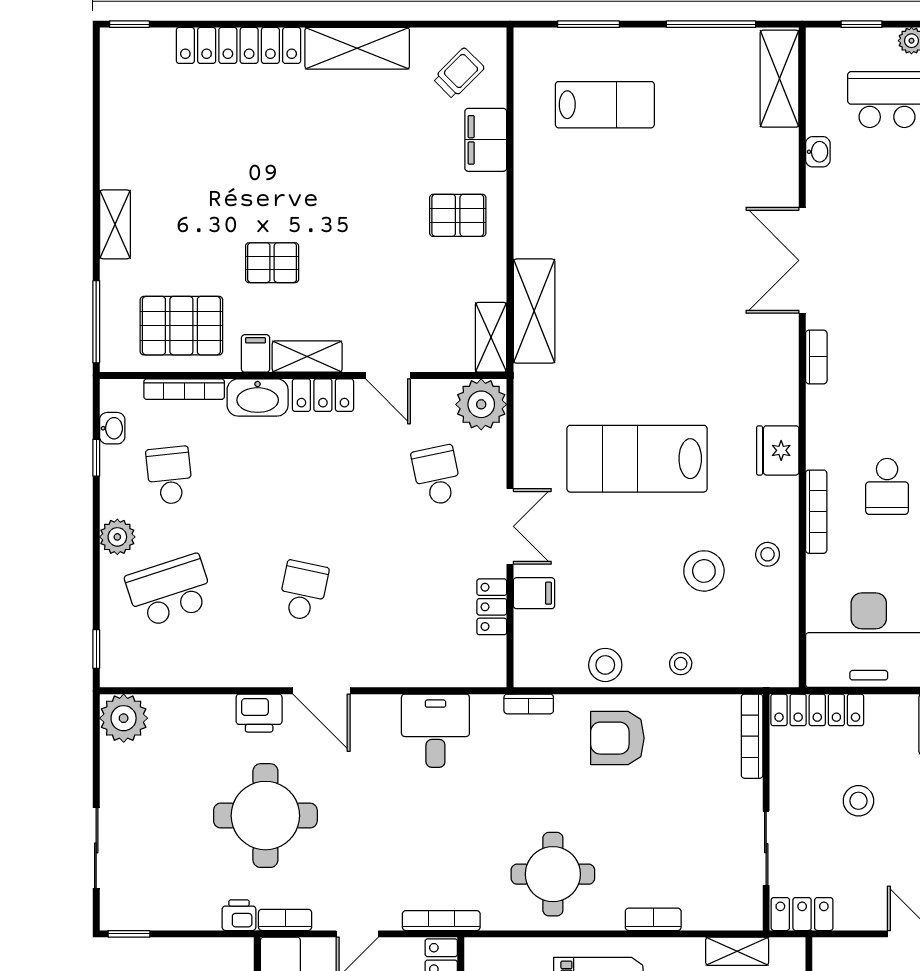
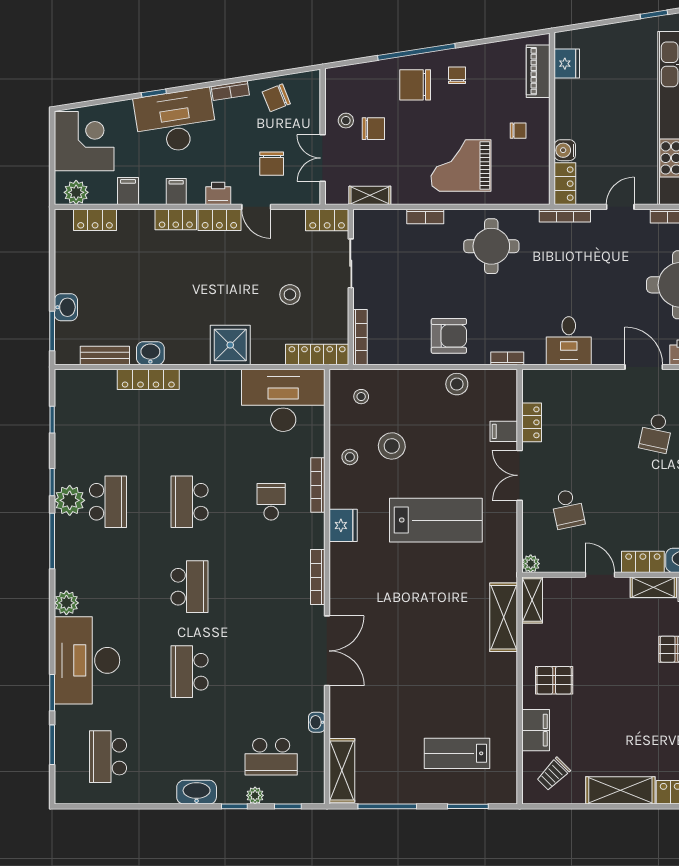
bookcase: (816, 357) -> (318, 577), width x1.56
plant: (481, 404) -> (531, 564), width x0.53, depth x0.53
stool: (681, 664) -> (361, 397), moved

